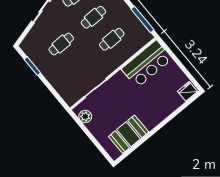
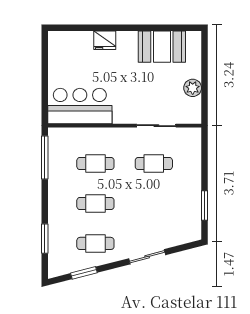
cafe table: (61, 44) -> (154, 164), moved
fridge: (187, 91) -> (105, 40), moved
plant: (85, 116) -> (193, 88), moved

